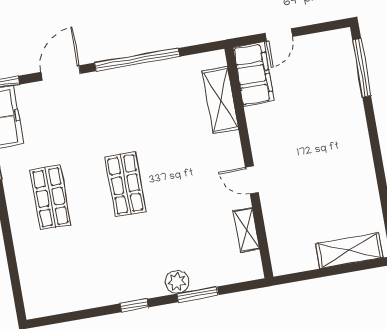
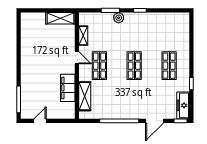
door: (279, 35) -> (40, 121), moved
filing cabinet: (254, 74) -> (68, 88), moved
shop shelf: (201, 171) -> (99, 66), added
shelving: (349, 251) -> (60, 18), moved

